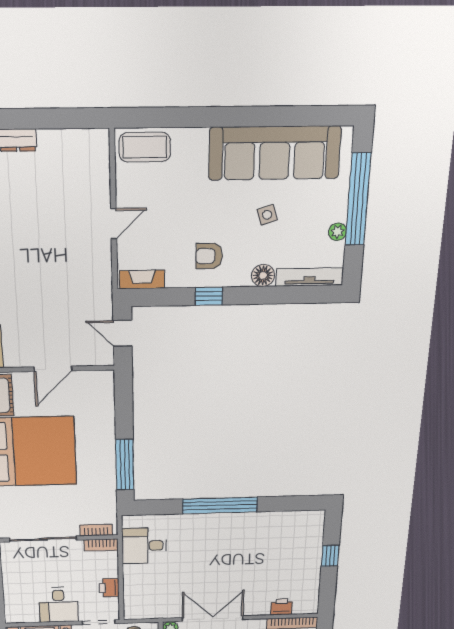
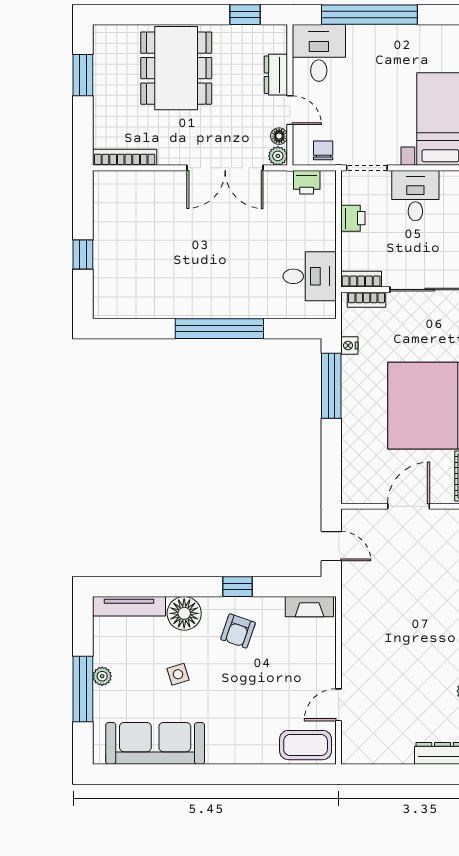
sofa: (275, 153) -> (155, 743), width x0.74, depth x0.79
window: (358, 200) -> (83, 689), width x0.68
door: (114, 224) -> (339, 705), moved
plant: (338, 232) -> (102, 676), moved
armchair: (209, 256) -> (238, 631), turned 109
floor lamp: (263, 275) -> (184, 613), width x1.38, depth x1.38
nightstand: (110, 496) -> (349, 345), added
printer: (282, 607) -> (307, 182), moved

